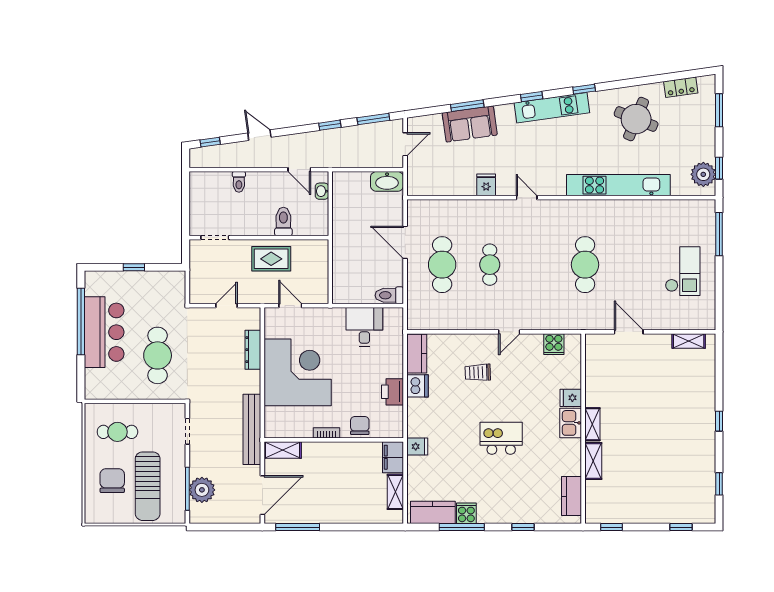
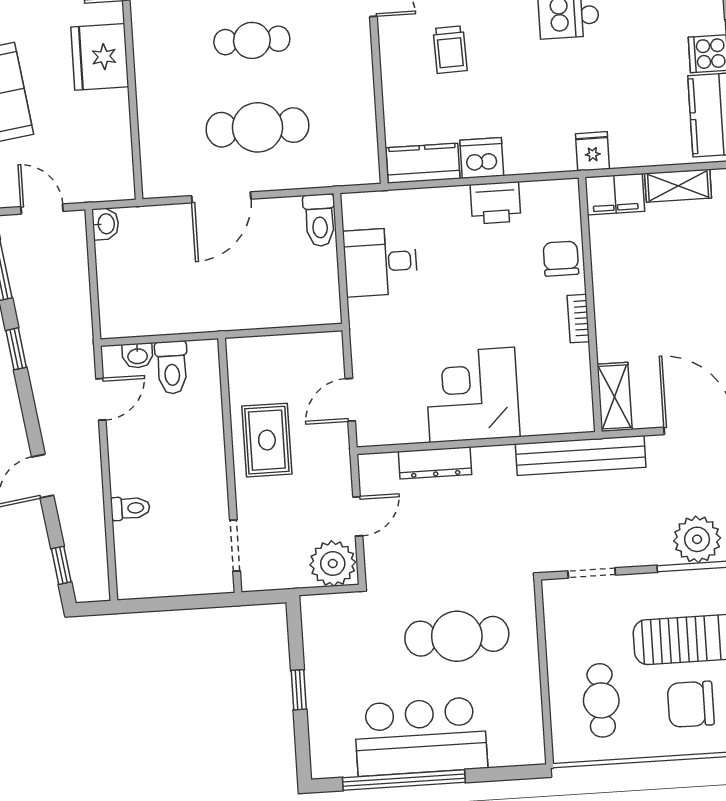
washbasin: (387, 181) -> (105, 224), width x0.52, depth x0.69
fridge: (486, 185) -> (100, 57), width x1.88, depth x1.34
toilet: (283, 222) -> (172, 368), moved, turned -90
plant: (202, 290) -> (333, 564), added
door: (226, 306) -> (358, 516), swing flipped
corner desk: (298, 372) -> (472, 395), width x0.74, depth x0.74
chair: (360, 425) -> (561, 259), turned 90

